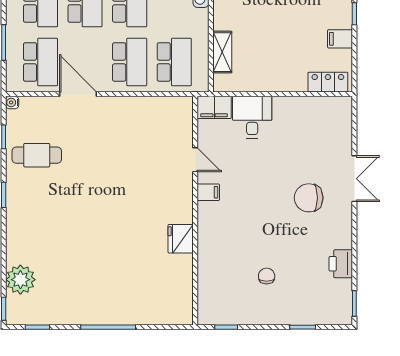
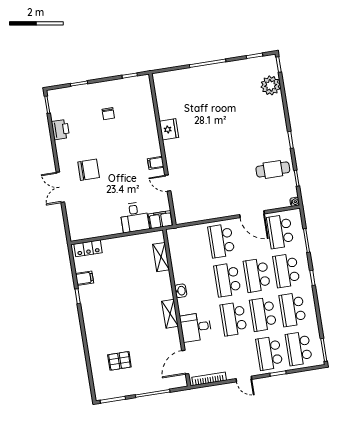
school desk: (174, 62) -> (192, 245), removed

